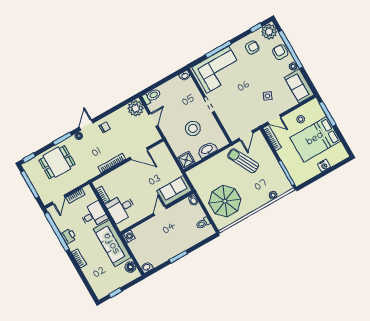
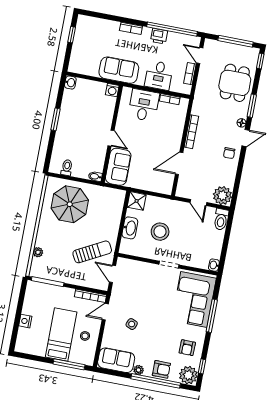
door: (86, 125) -> (246, 138), hinge flipped
bed: (315, 139) -> (61, 335), width x0.67
sofa: (112, 243) -> (119, 70), width x0.73
floor lamp: (130, 267) -> (83, 68), removed

